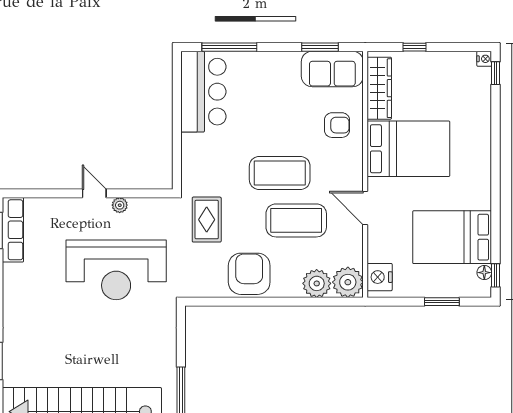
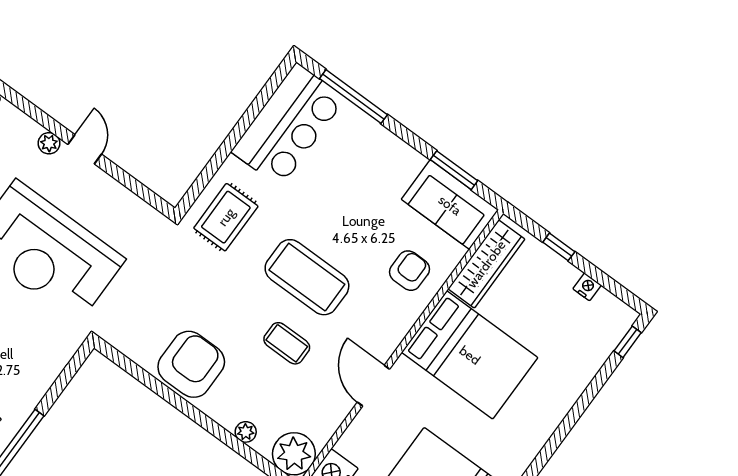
nightstand: (484, 59) -> (587, 287), moved, turned -90
armchair: (337, 125) -> (409, 271), turned -90
plant: (120, 205) -> (49, 143), moved
rug: (207, 220) -> (226, 217), moved
coffee table: (296, 220) -> (287, 343), width x0.54, depth x0.58
plant: (317, 283) -> (246, 432), width x0.53, depth x0.53

